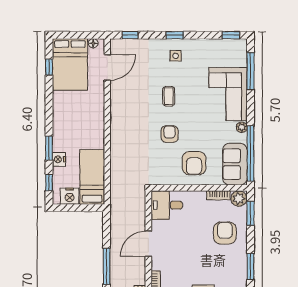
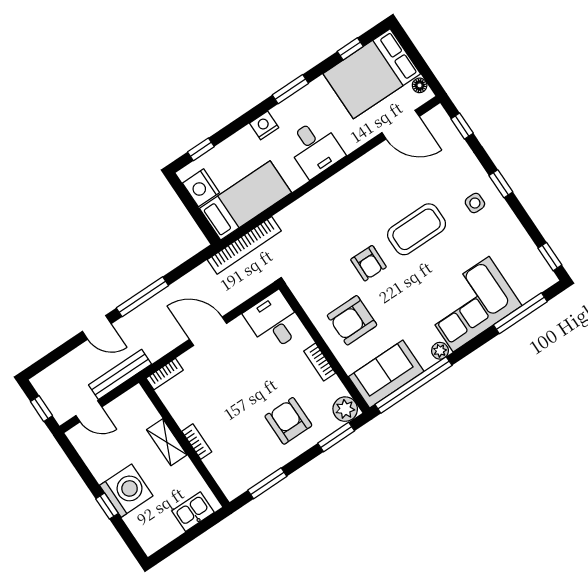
coffee table: (169, 96) -> (417, 229), width x1.86, depth x1.72
desk: (89, 121) -> (315, 148), added
armchair: (170, 134) -> (369, 263), turned 91
window: (49, 148) -> (290, 89), moved
nightstand: (59, 159) -> (264, 125), moved
bookcase: (116, 194) -> (244, 245), added
bookcase: (218, 195) -> (320, 362), moved
armchair: (225, 233) -> (288, 421), turned -90

